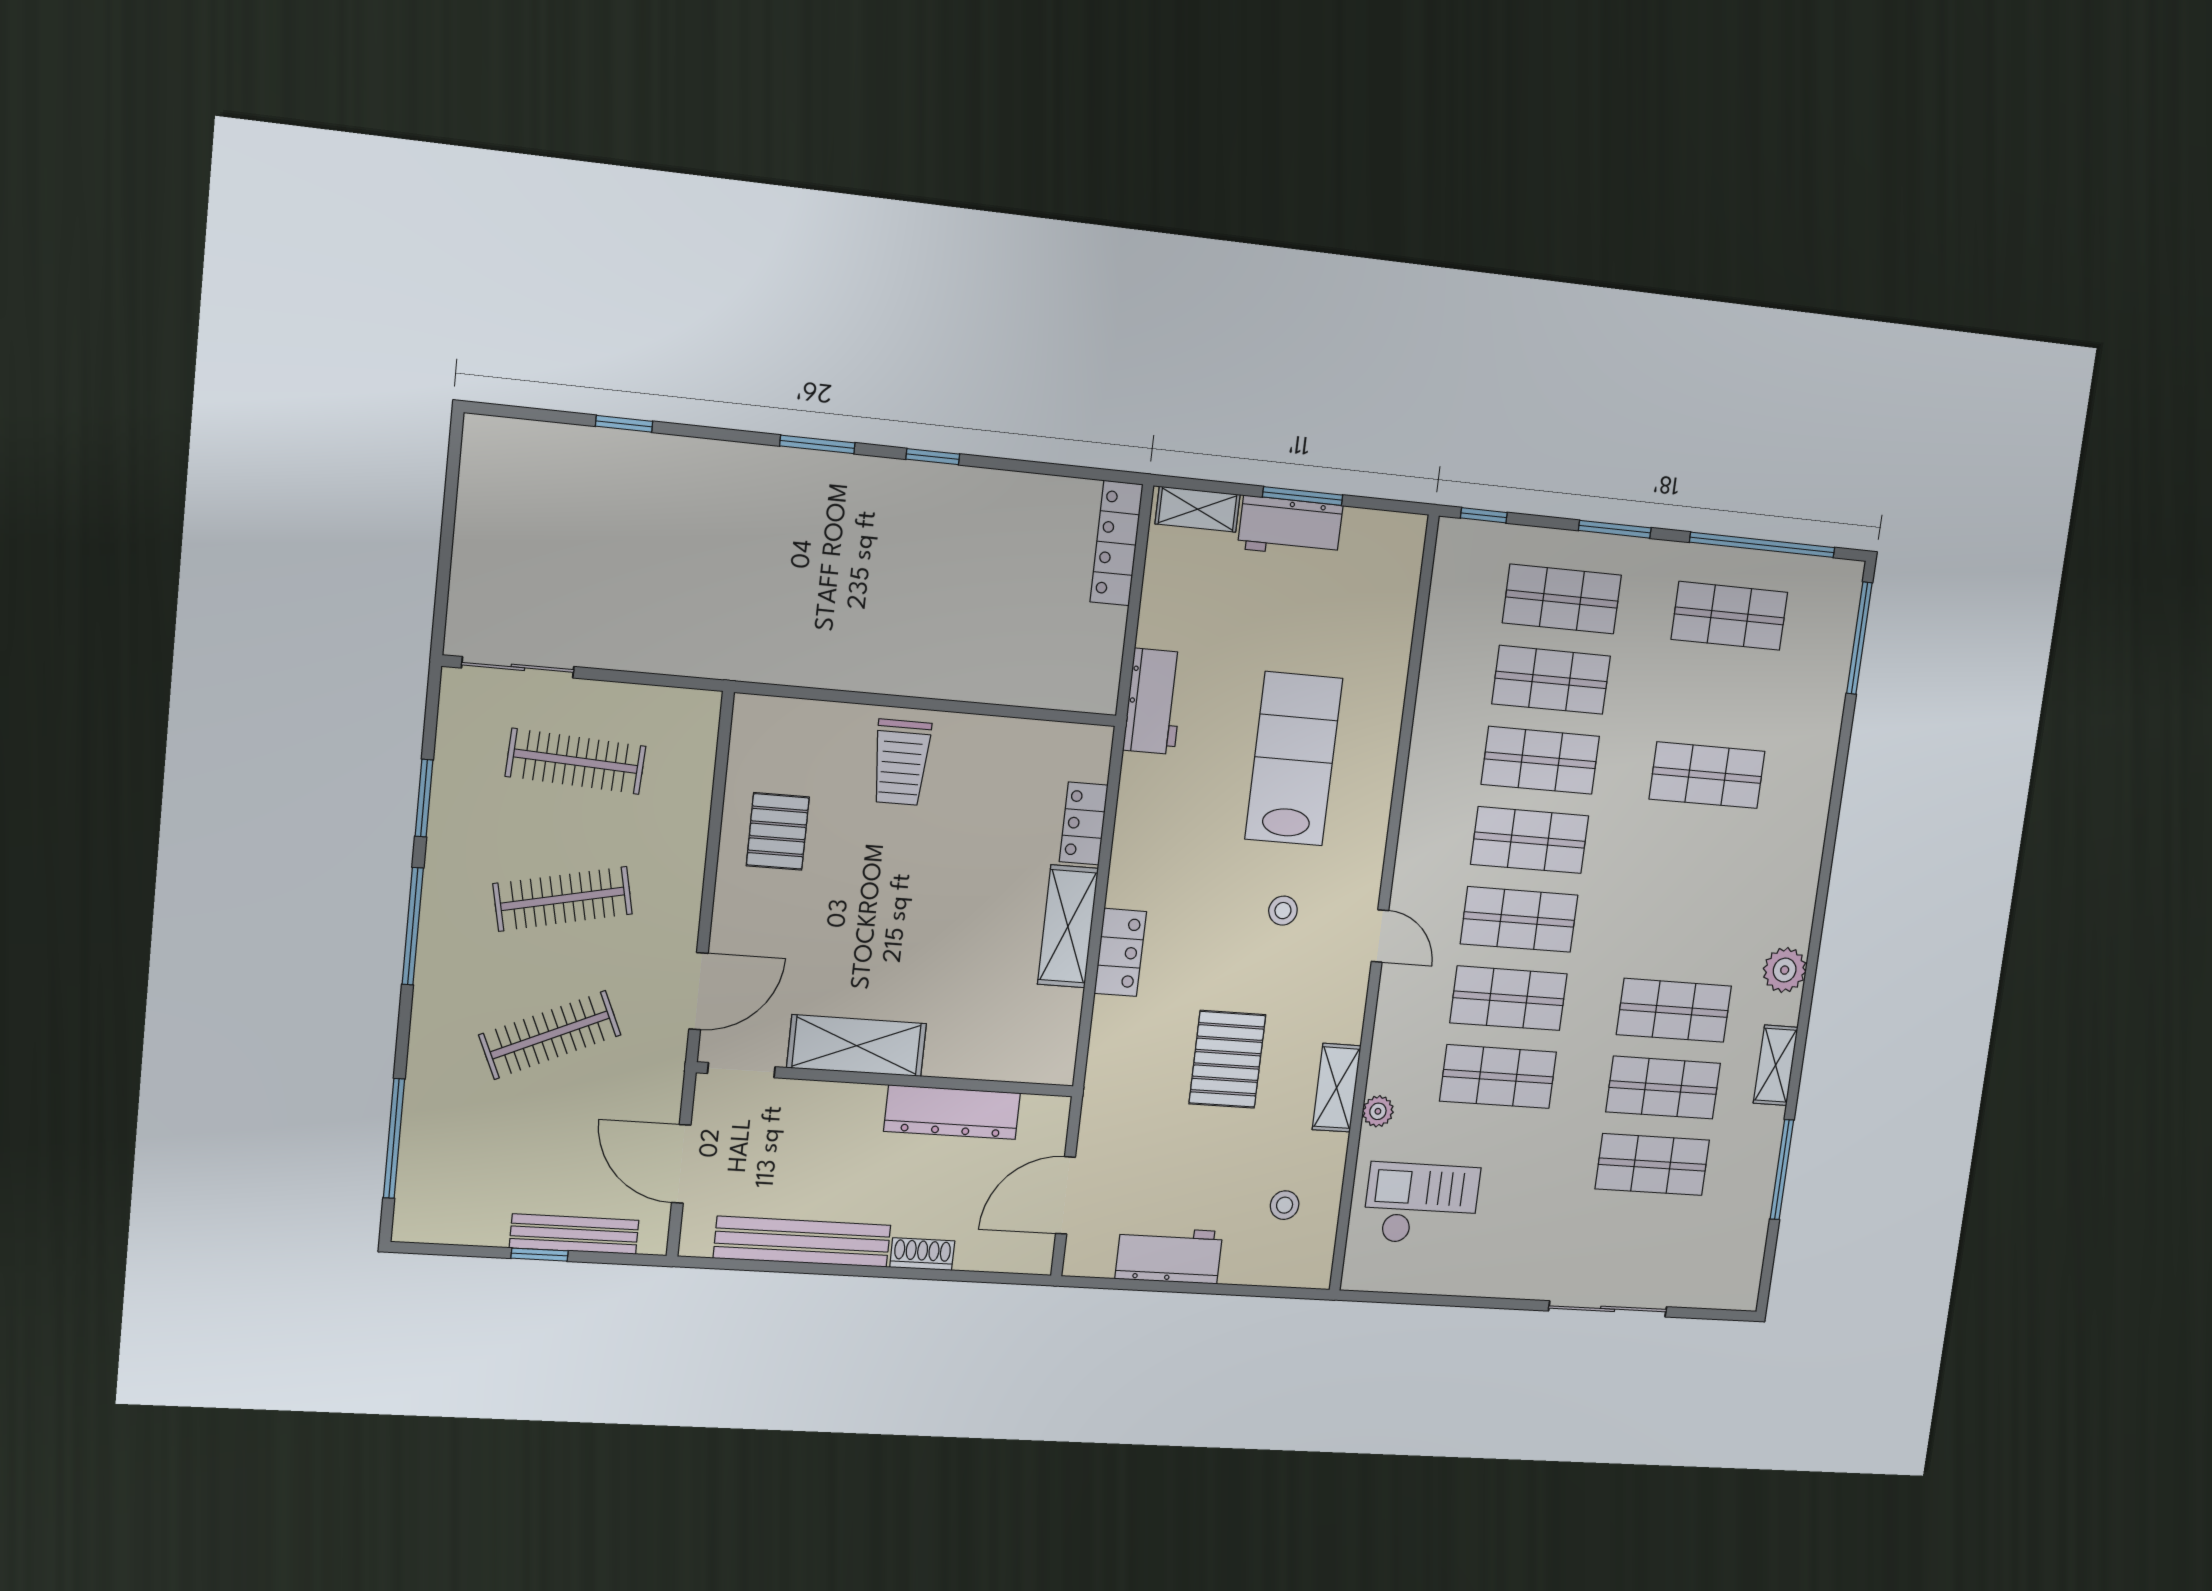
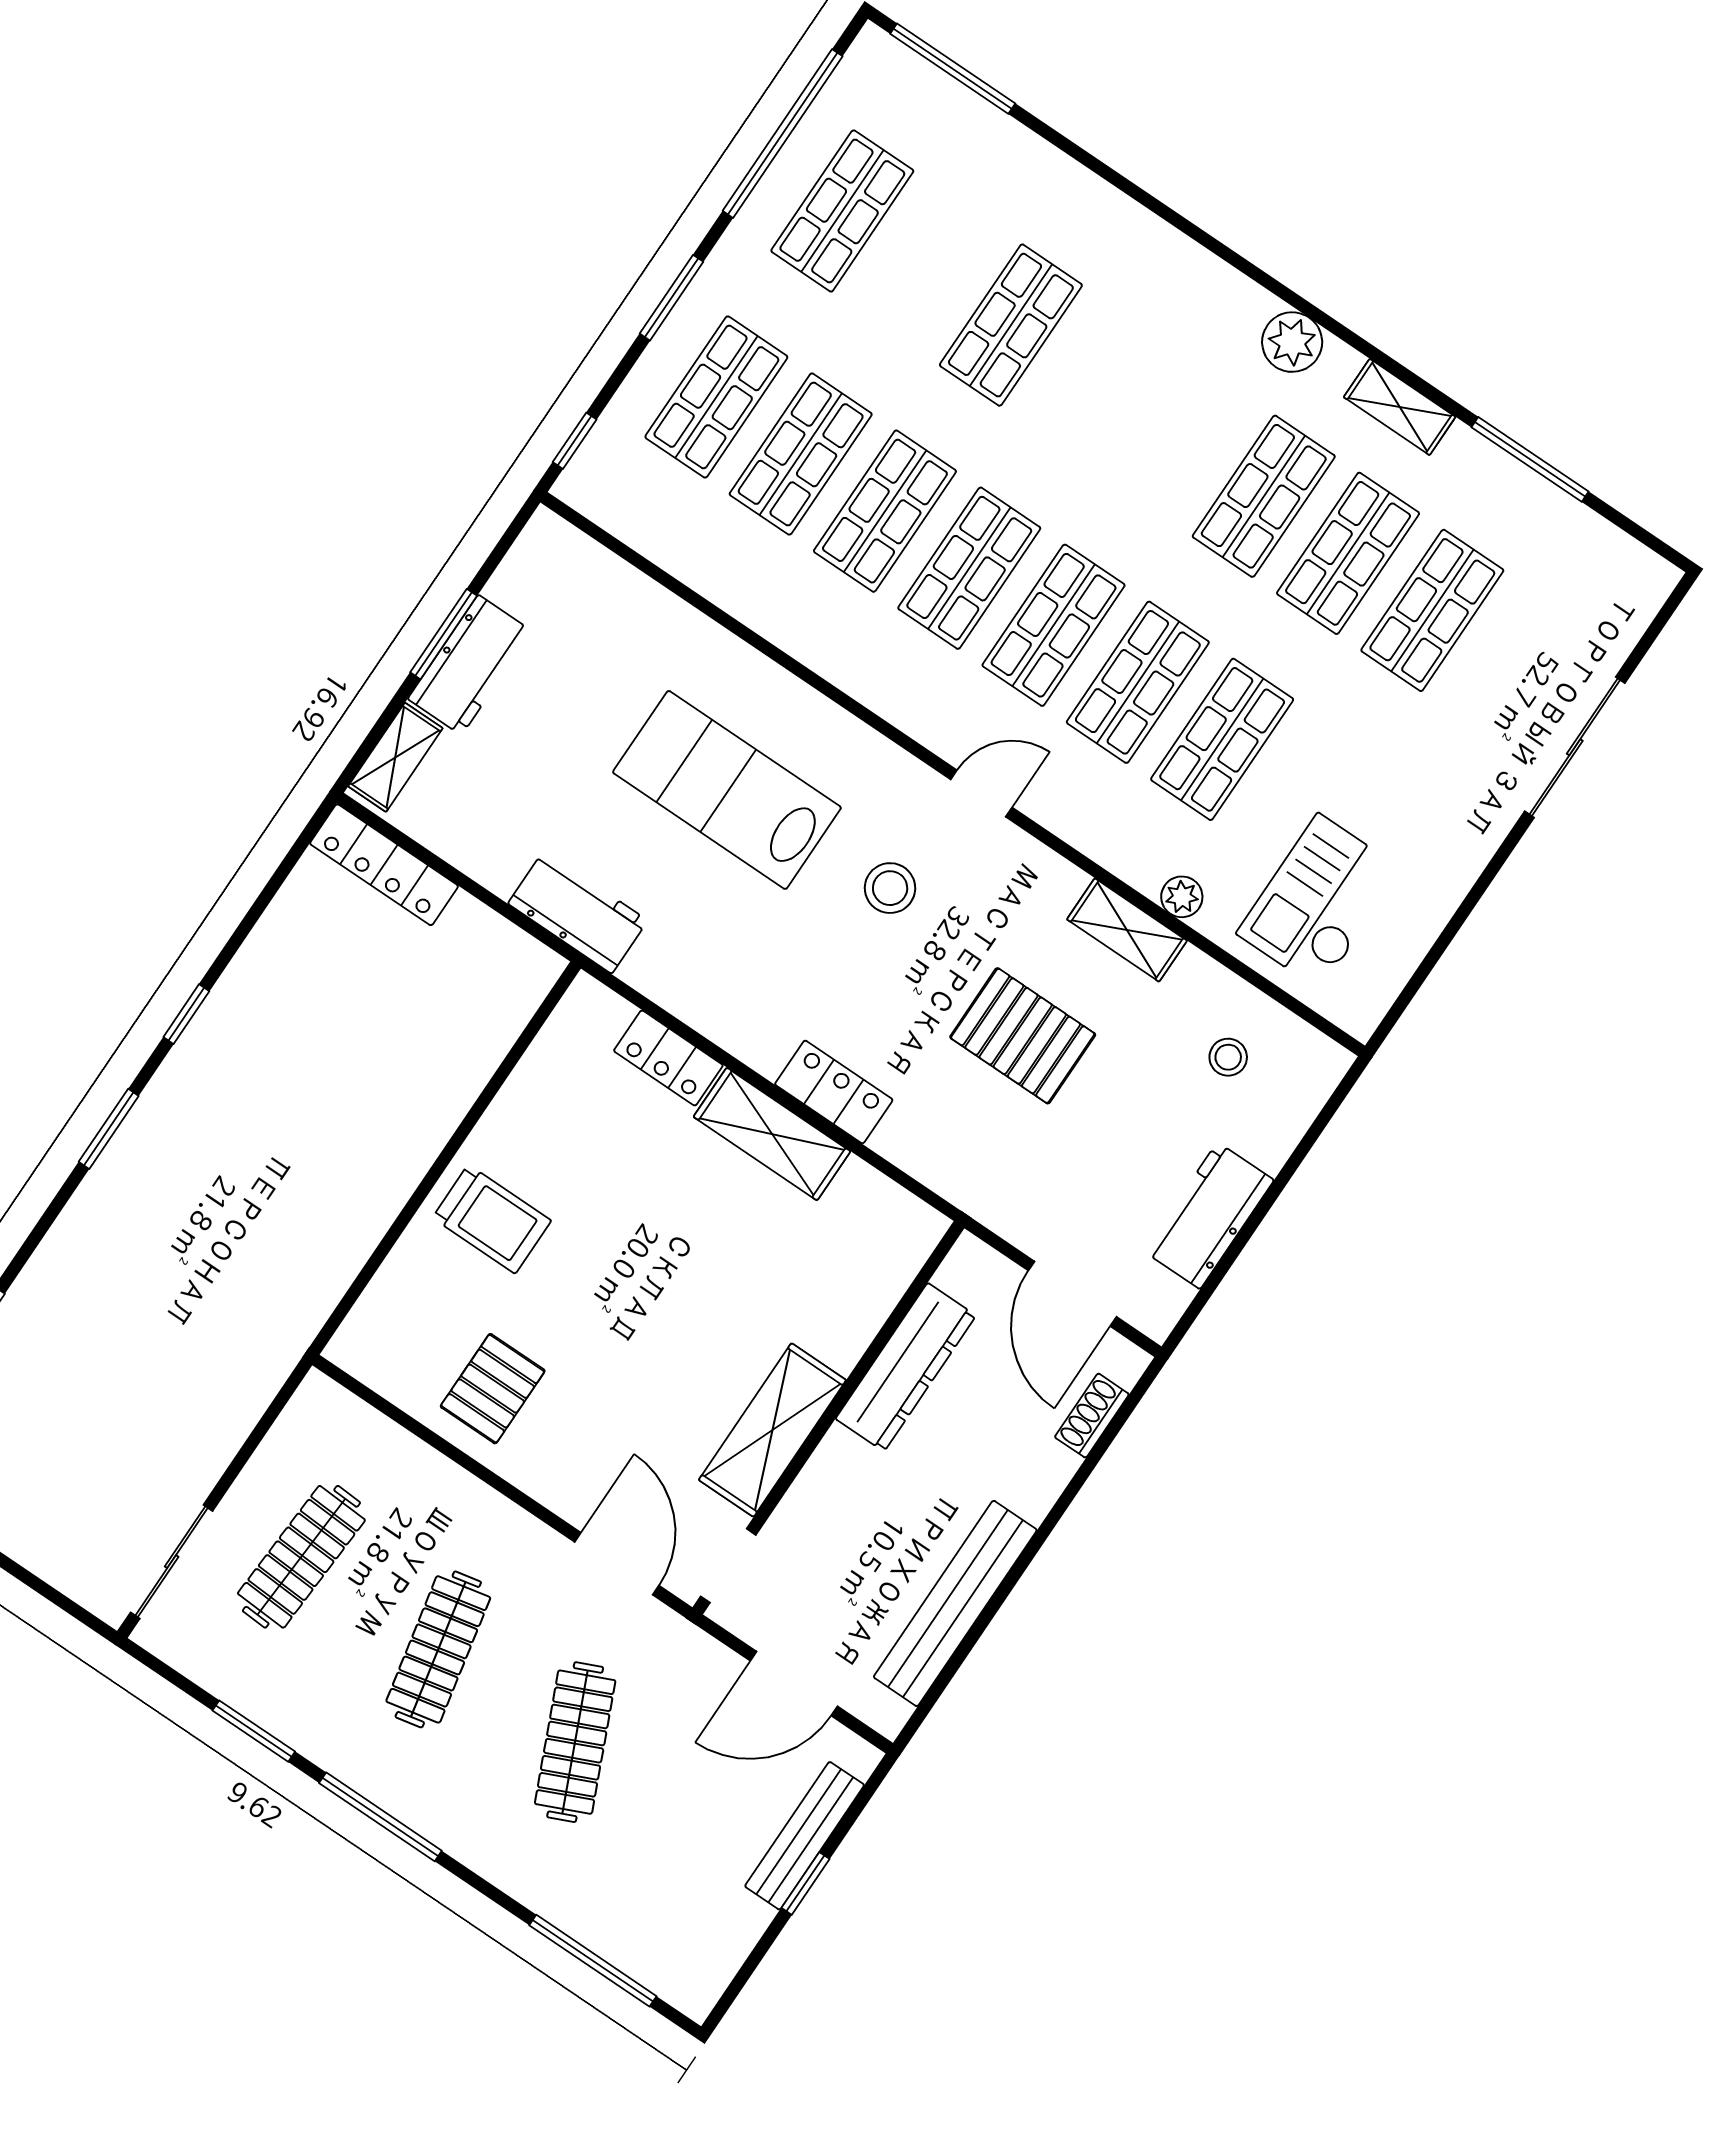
pallet: (778, 831) -> (493, 1389), turned 90
stool: (1283, 911) -> (890, 888), width x1.37, depth x1.37
shoe rack: (922, 1254) -> (1092, 1416), moved

